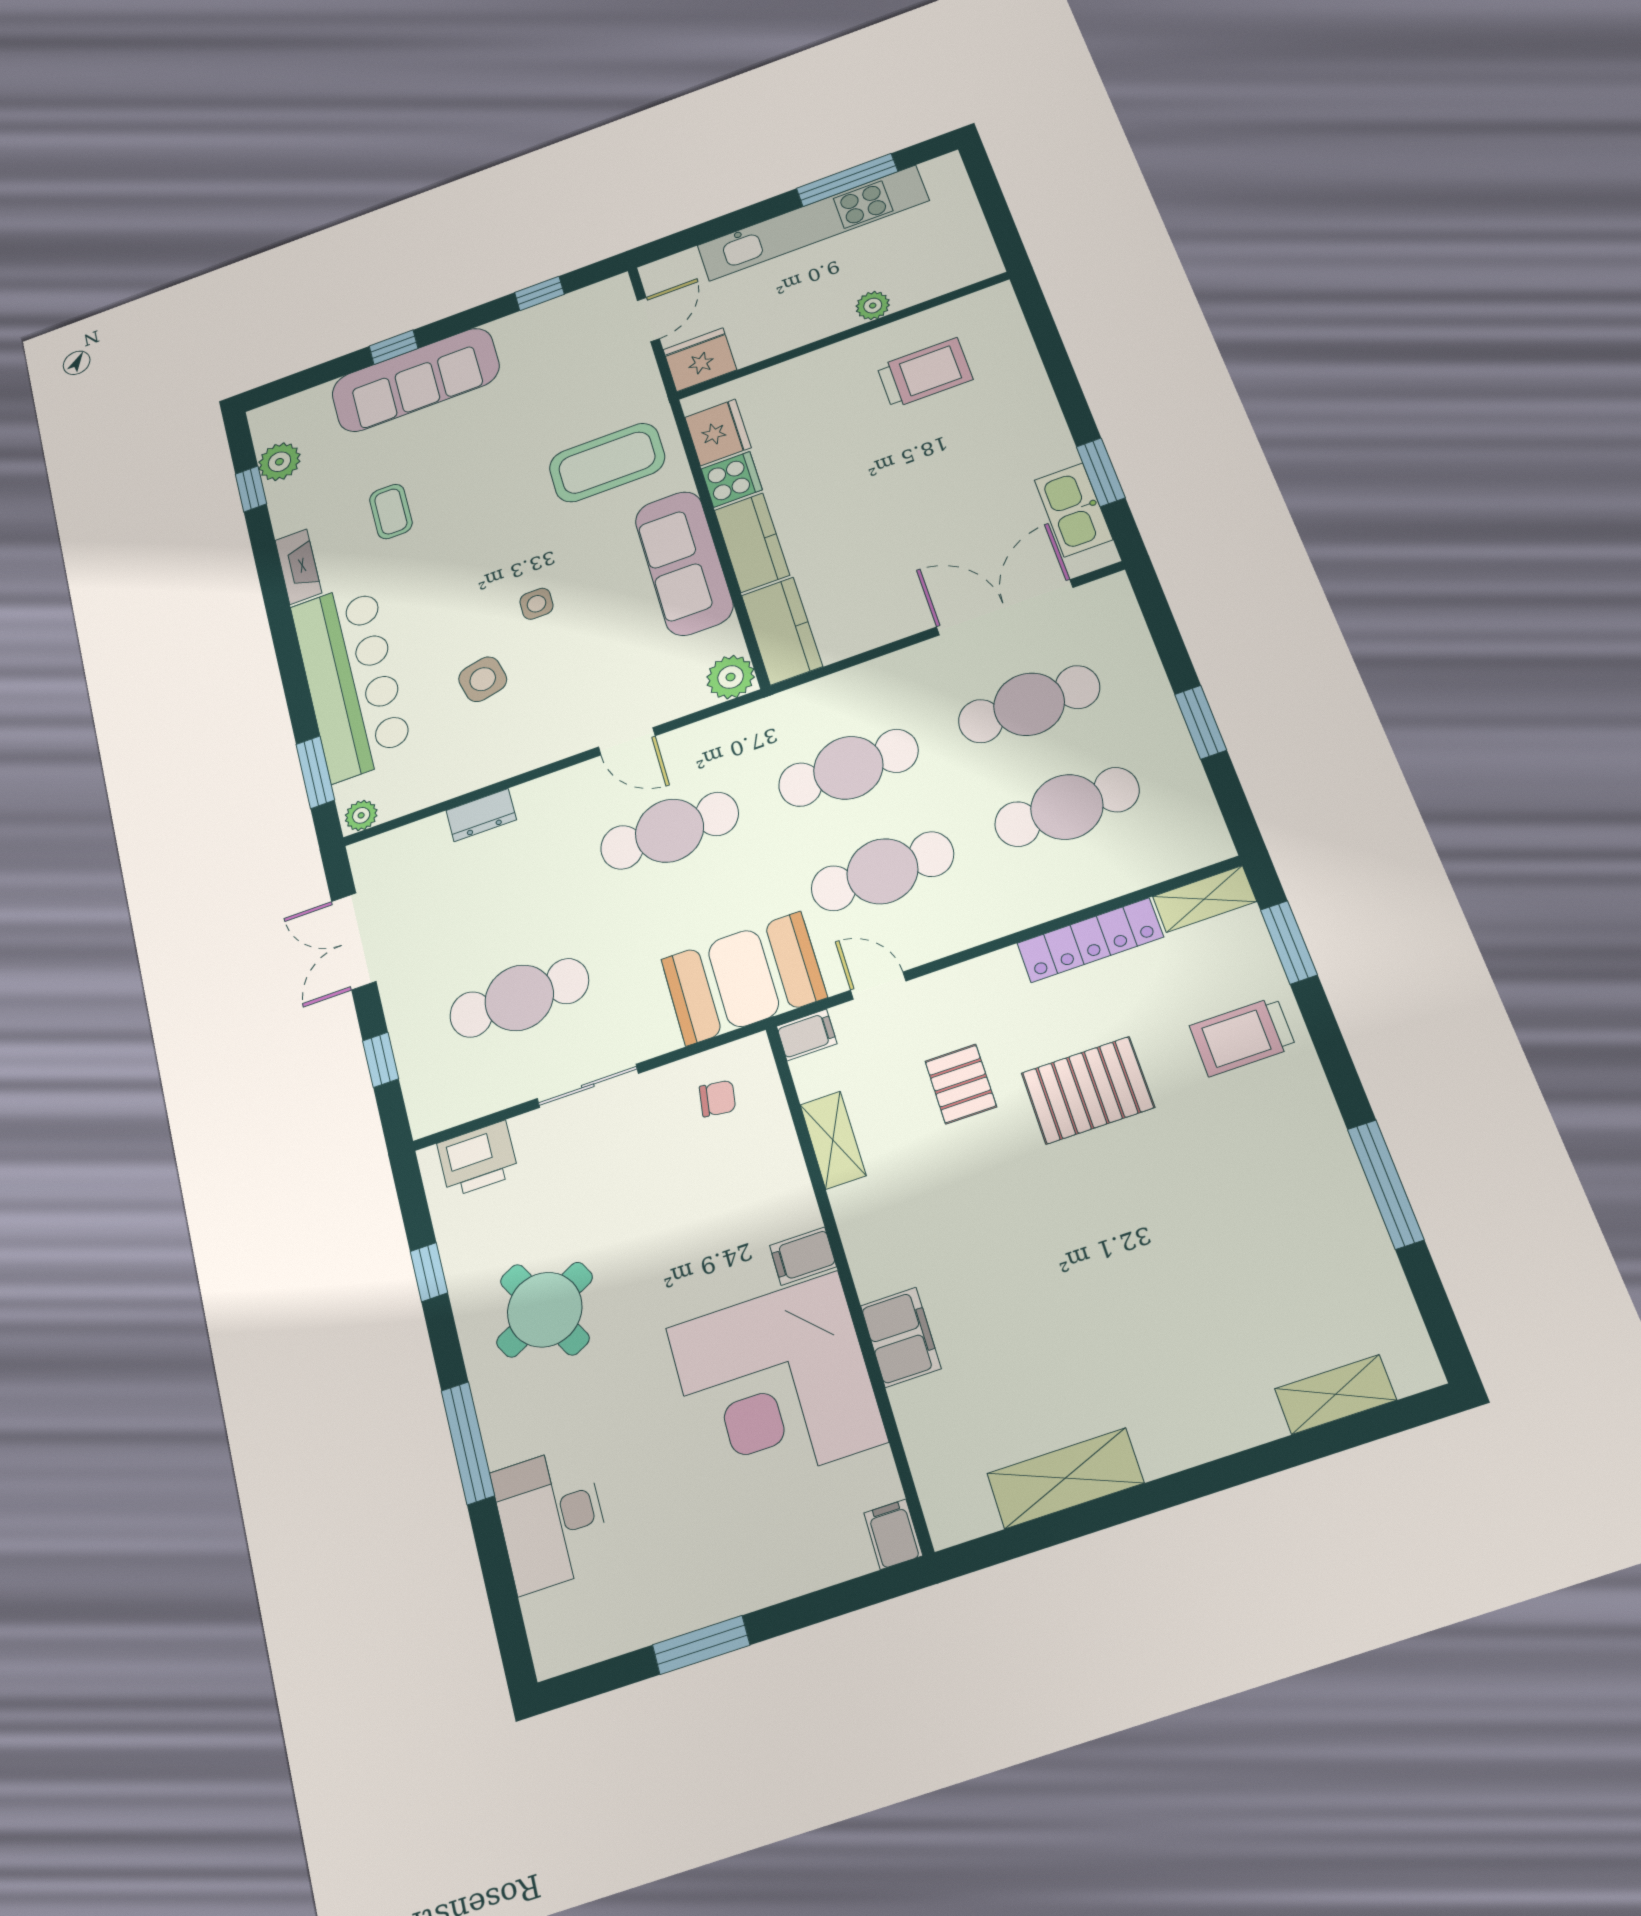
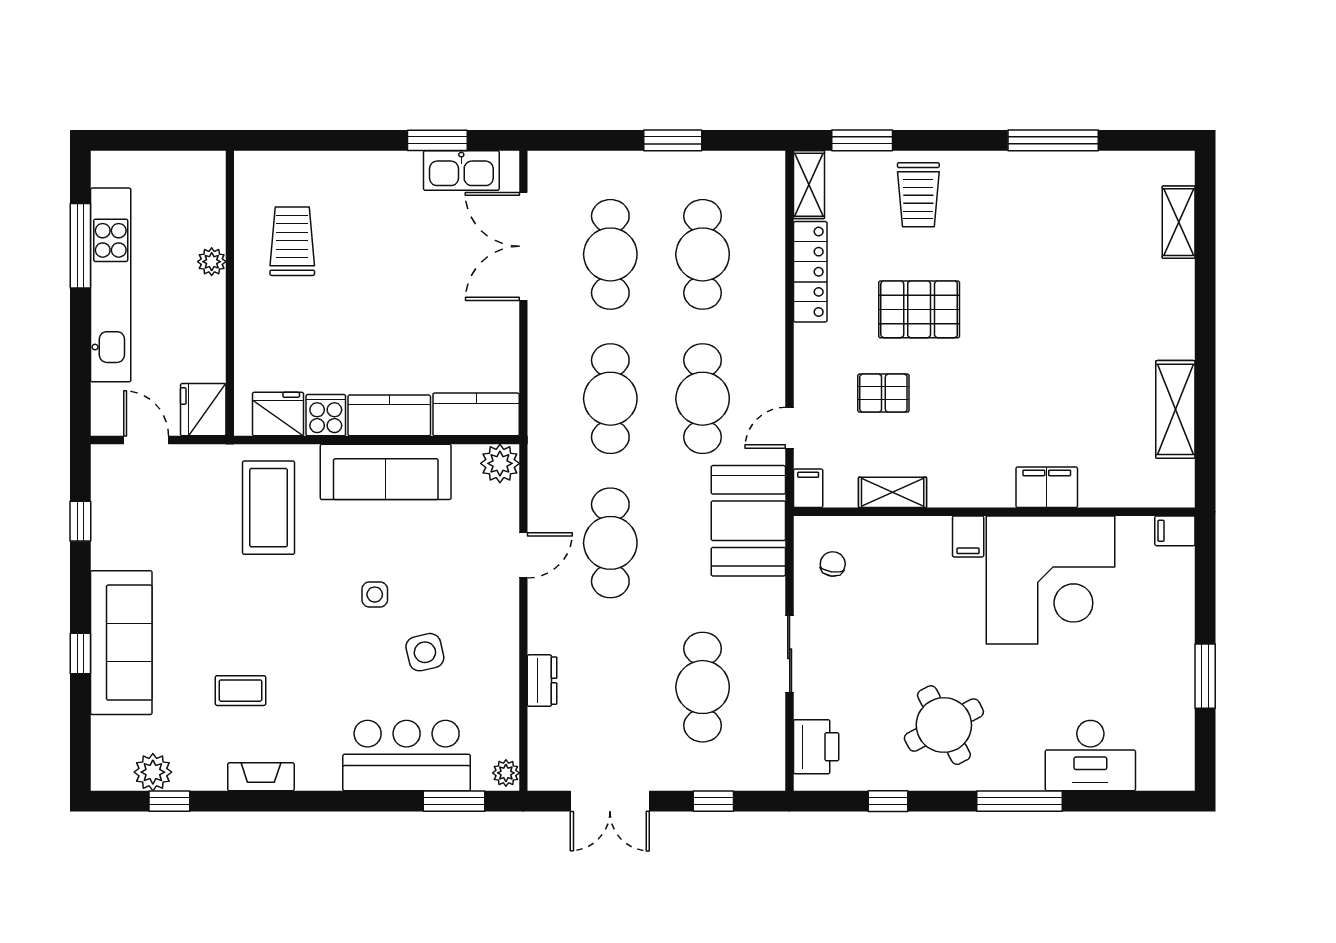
bar counter: (351, 680) -> (407, 756), width x0.73
pallet: (1088, 1090) -> (919, 309), turned 90

